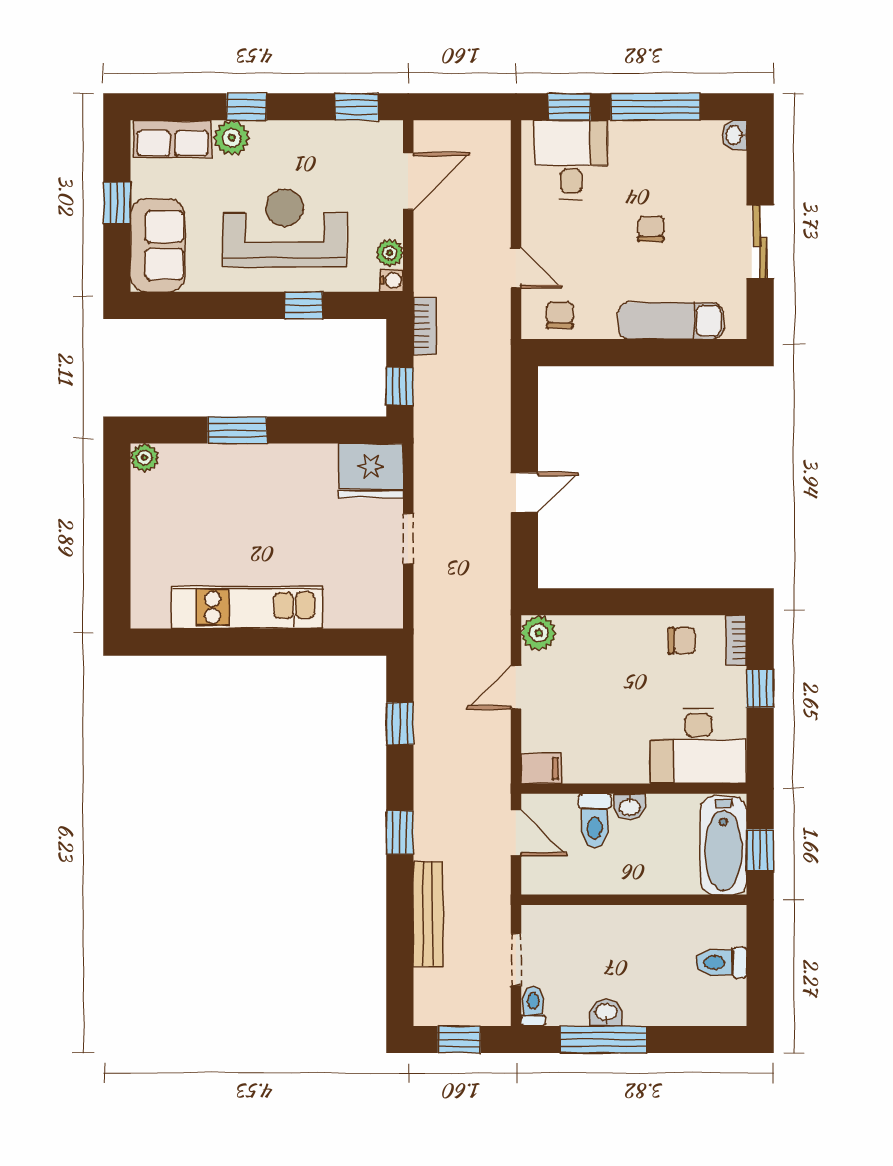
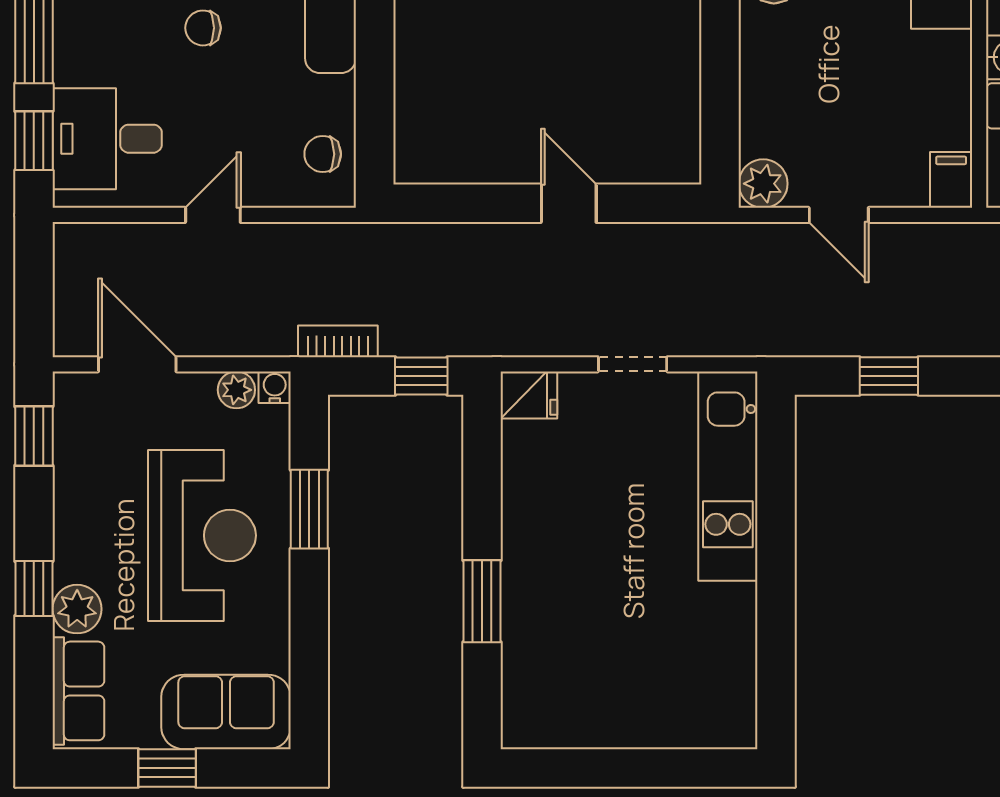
reception desk: (285, 228) -> (202, 535), turned 180
door: (516, 268) -> (213, 215), moved
window: (304, 305) -> (309, 509), width x1.50
plant: (144, 458) -> (520, 730), removed
fridge: (371, 471) -> (529, 395), width x0.53, depth x0.75
kitchen unit: (247, 607) -> (728, 476), moved

